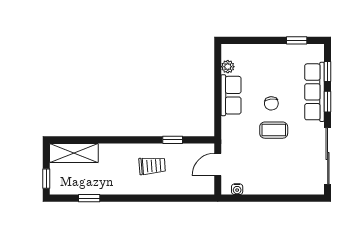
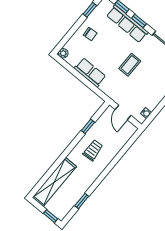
plant: (228, 67) -> (63, 53), moved
chair: (271, 103) -> (90, 34), moved
shelving: (74, 153) -> (54, 182), width x1.47

